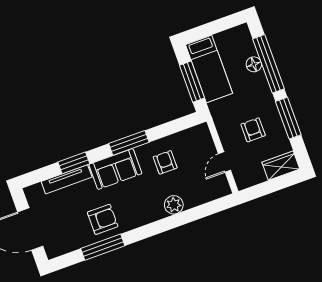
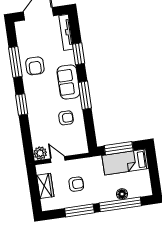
wardrobe: (281, 166) -> (45, 186), moved
tv unit: (67, 179) -> (66, 32), moved
plant: (174, 205) -> (40, 153), moved
window: (159, 227) -> (22, 104), added

